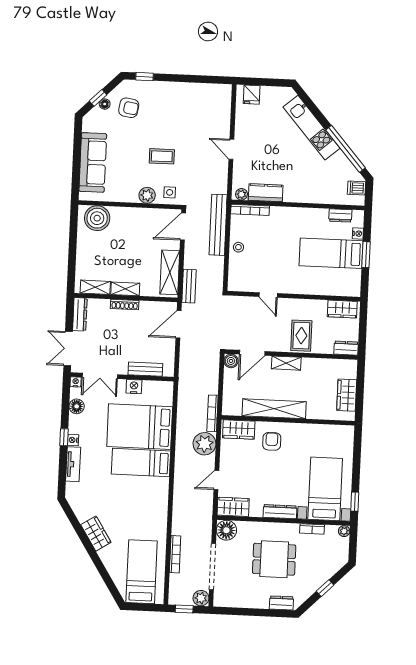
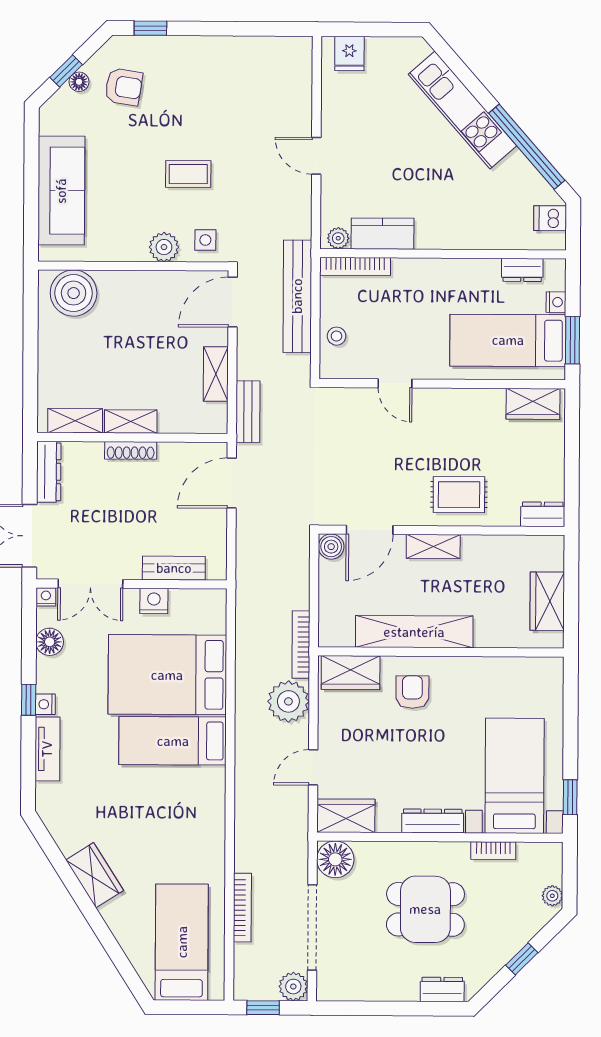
shelving: (170, 272) -> (216, 374), width x0.67, depth x0.75
door: (268, 295) -> (395, 383), moved
wall: (294, 296) -> (442, 384), moved
wardrobe: (342, 309) -> (533, 404), moved
rug: (301, 336) -> (459, 495), turned 90
plant: (344, 531) -> (552, 896), moved

